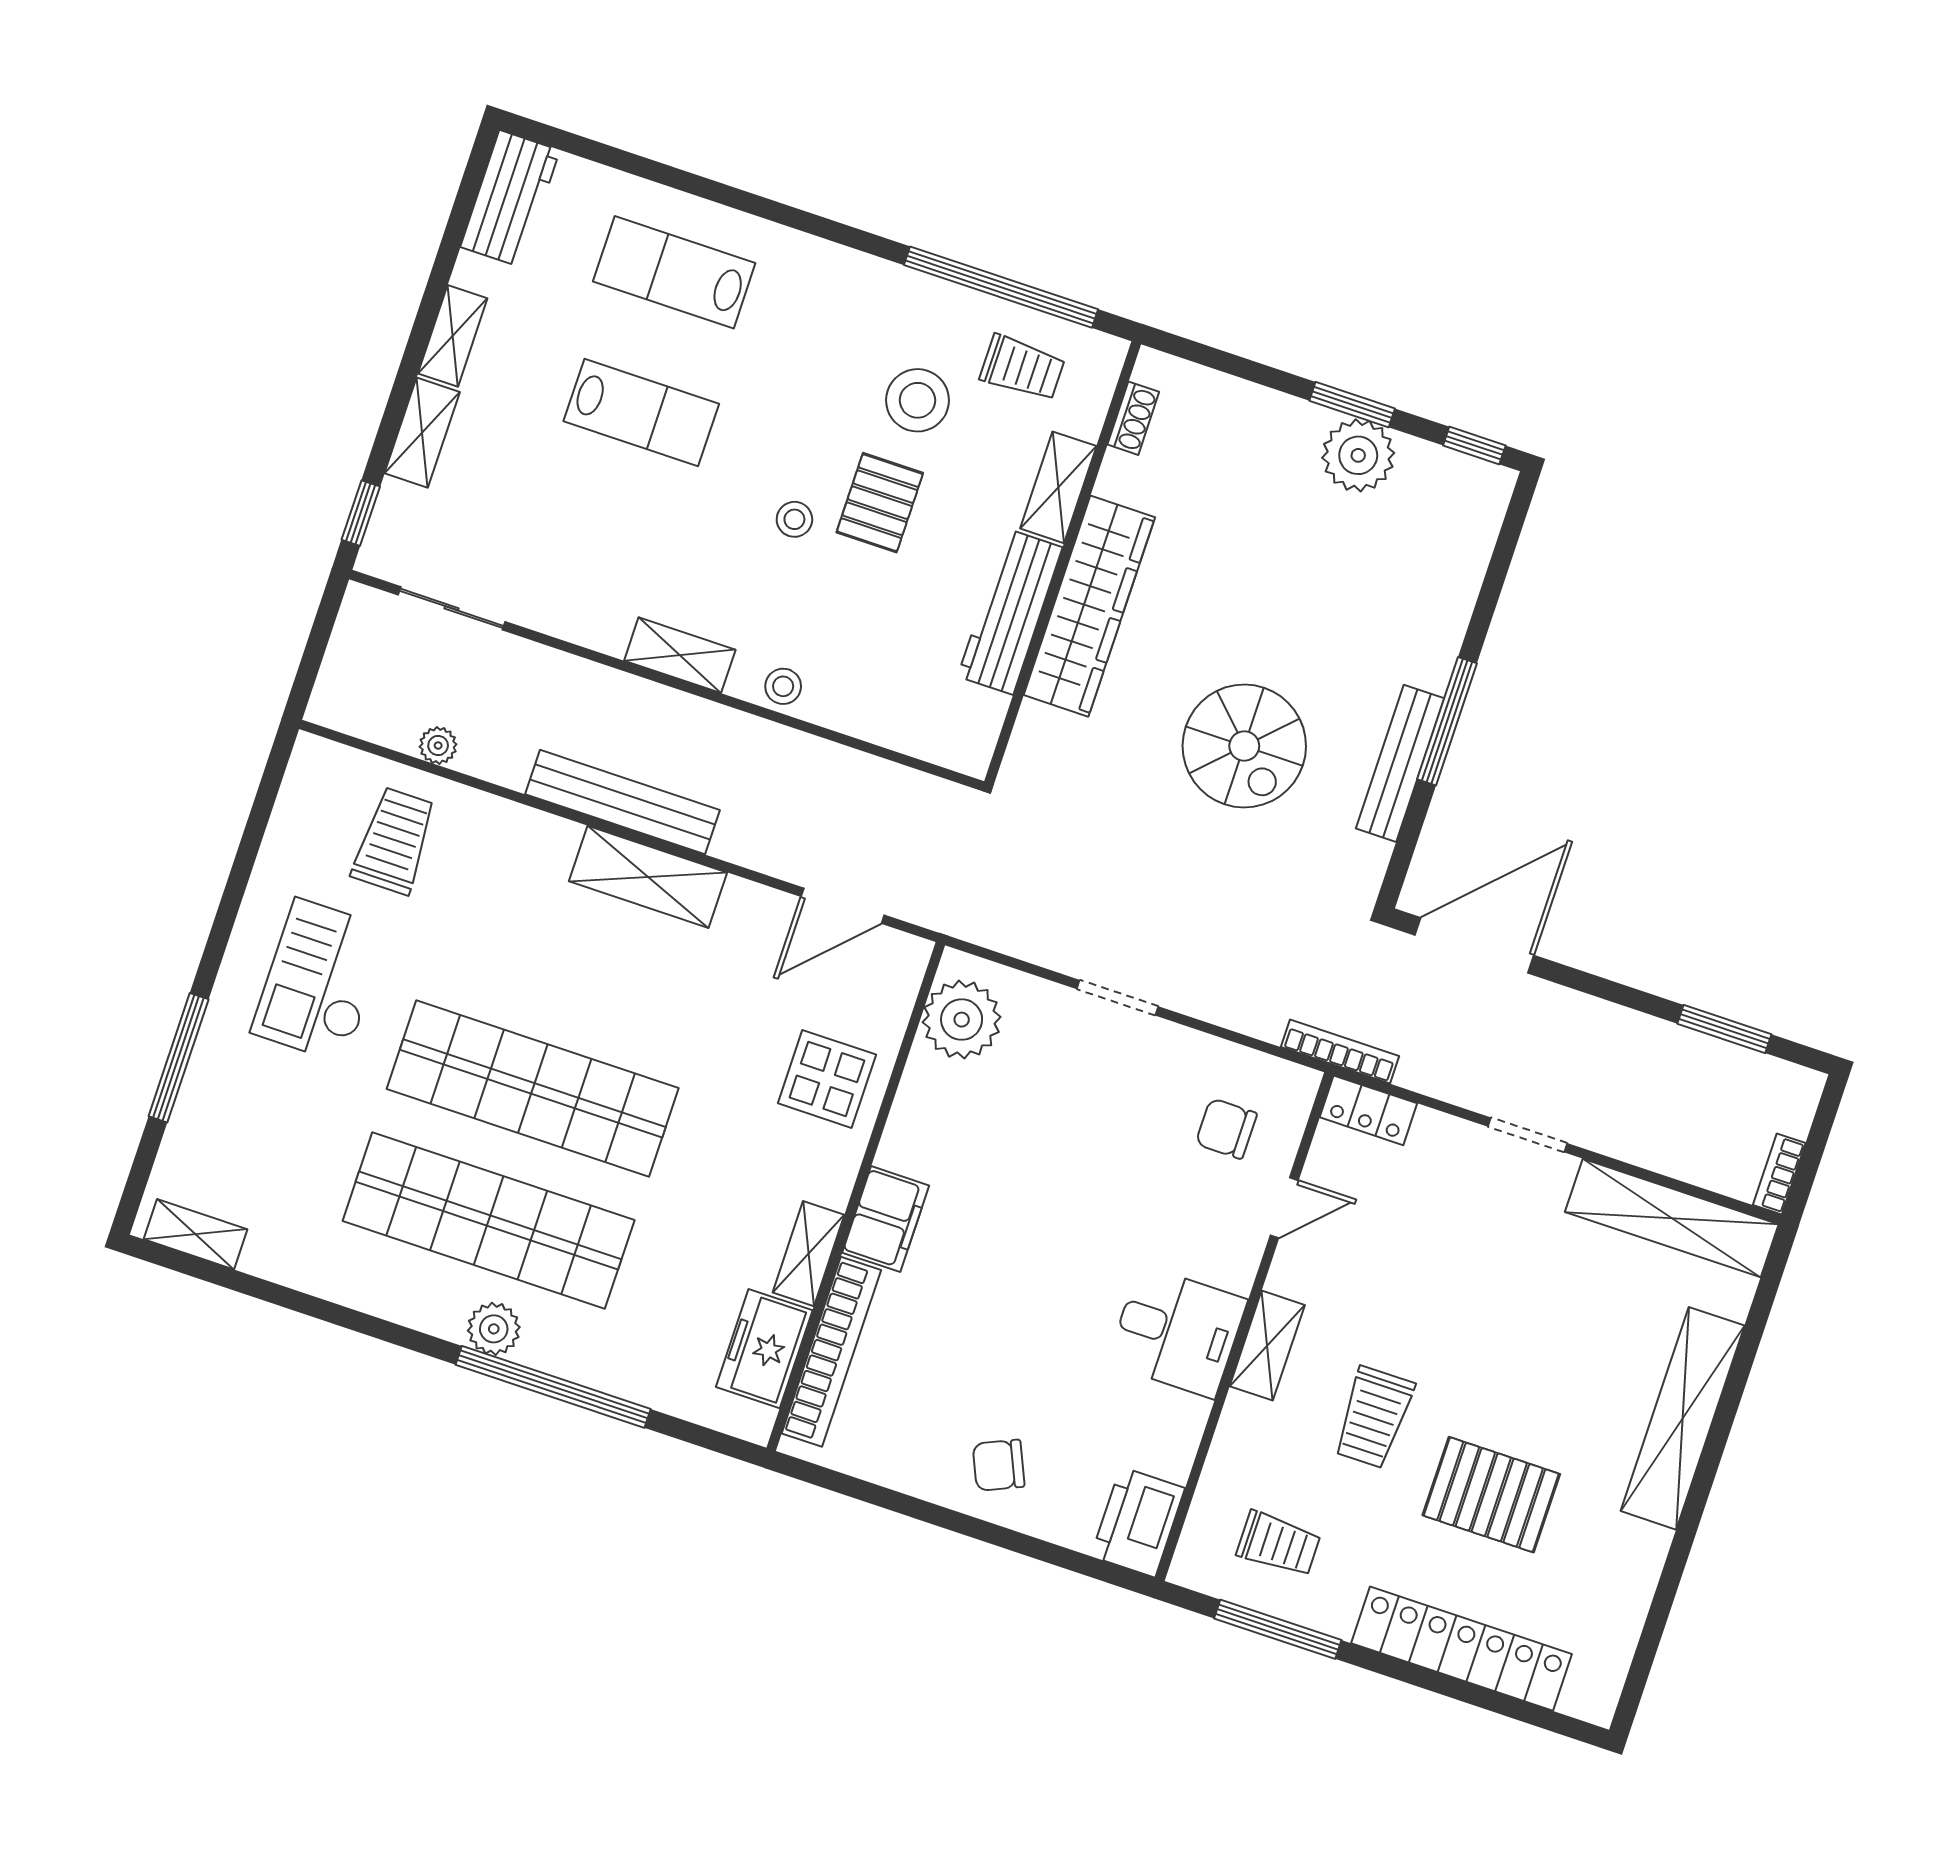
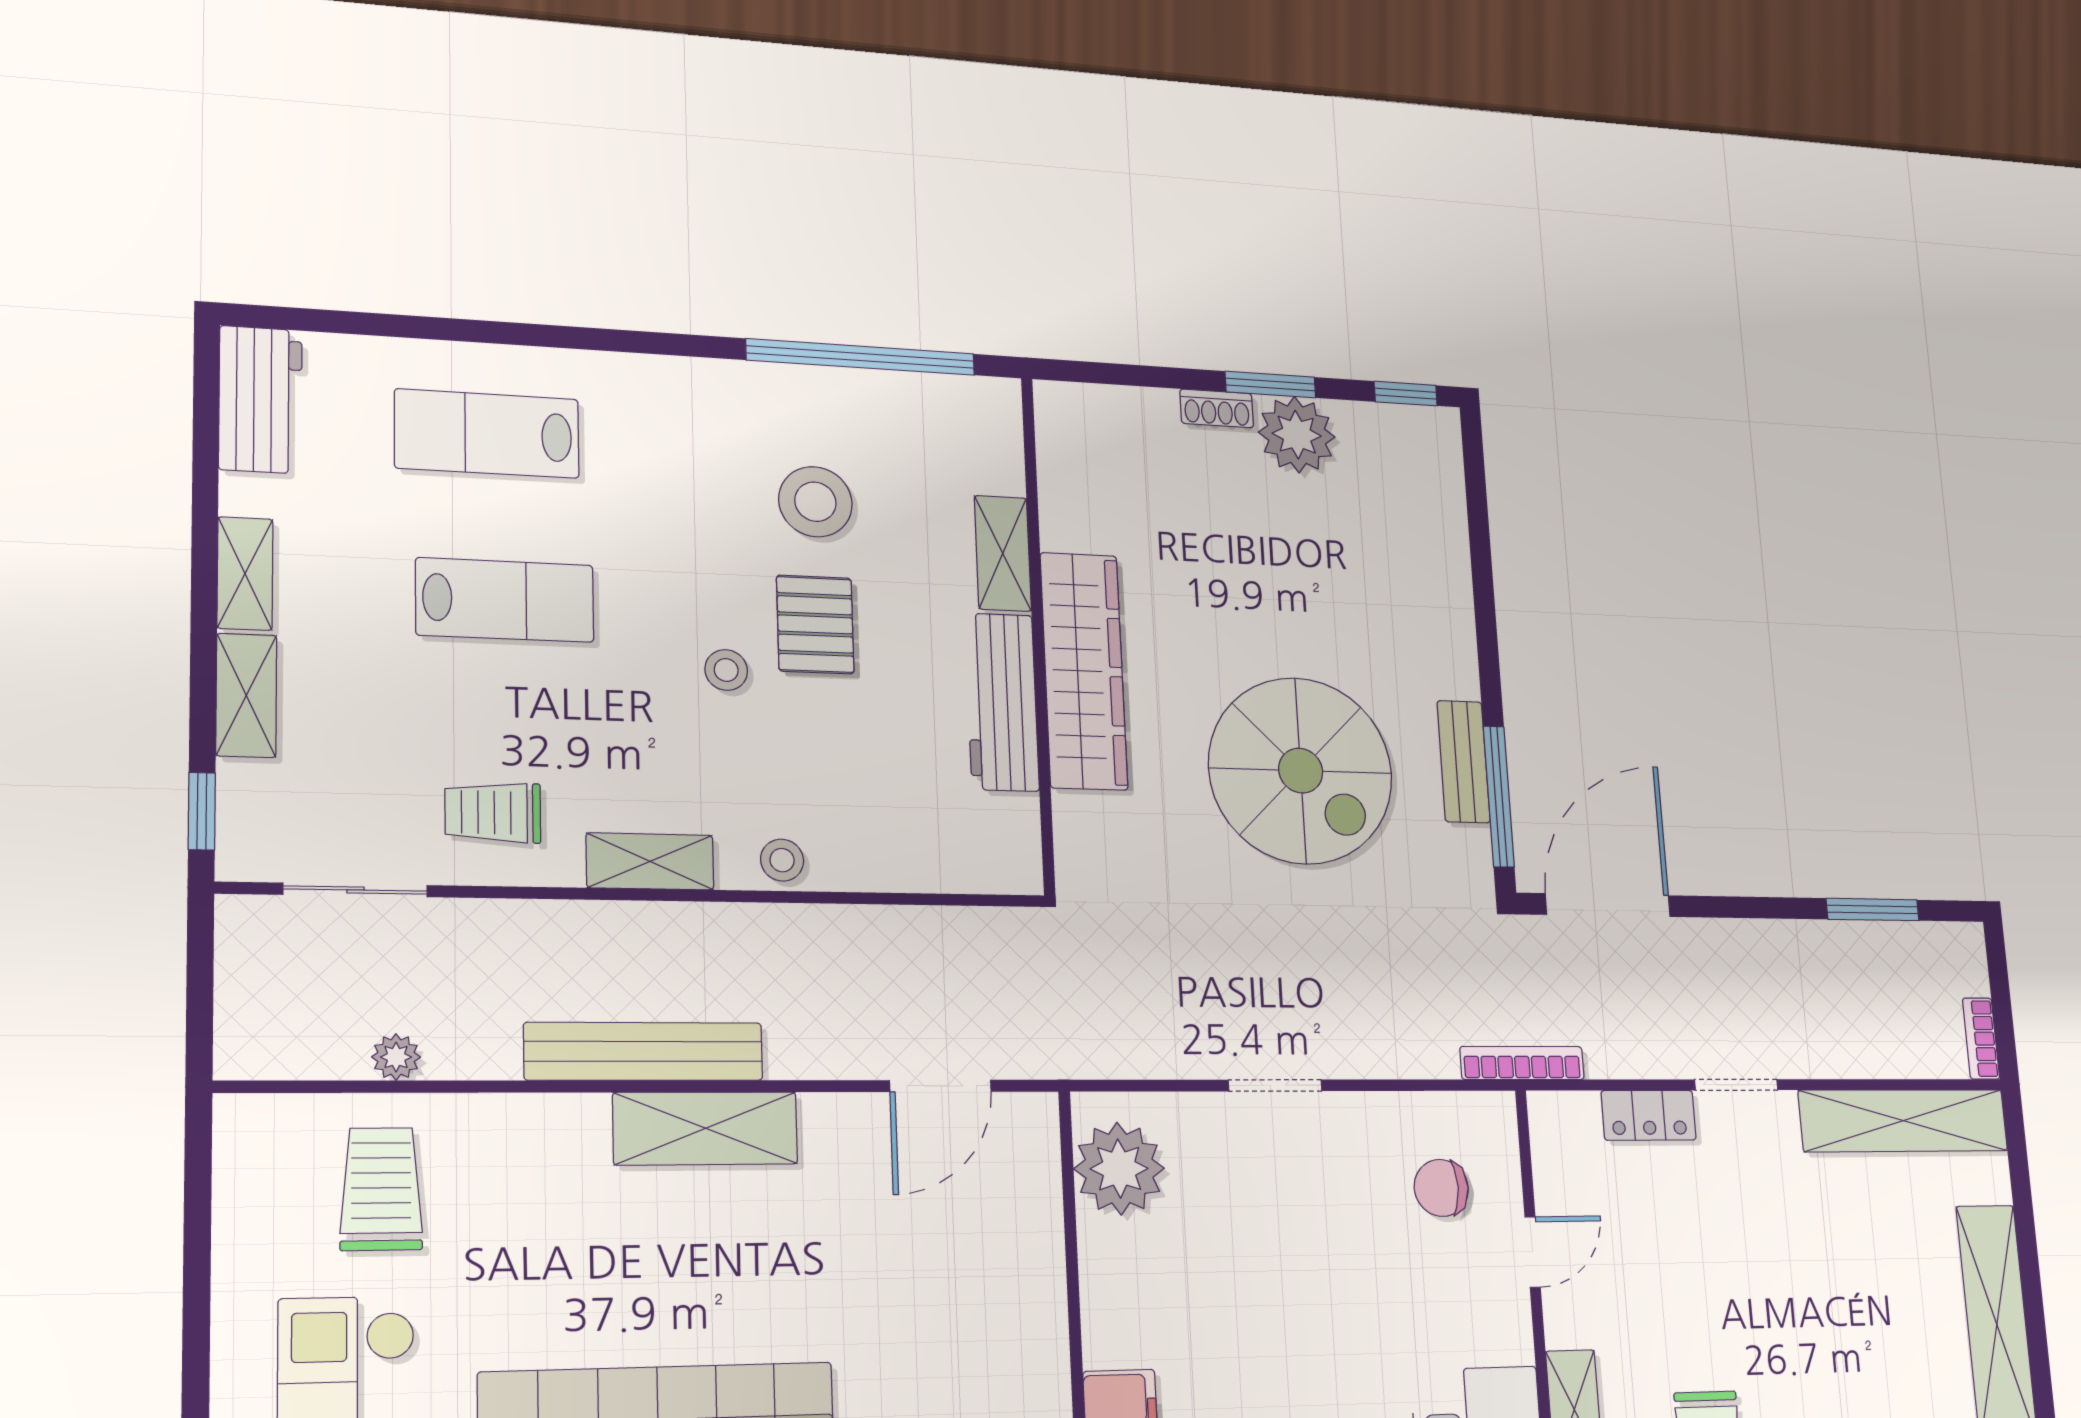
trolley: (1022, 368) -> (493, 813), moved, turned 180
shoe rack: (1133, 418) -> (1217, 408), moved, turned 90
window: (1447, 721) -> (1499, 796), moved
spiral stairs: (1244, 746) -> (1301, 771), width x1.37, depth x1.37
bench: (1400, 763) -> (1464, 762), width x0.73
display table: (827, 1079) -> (996, 1290), removed
locker: (1368, 1110) -> (1649, 1115), moved

